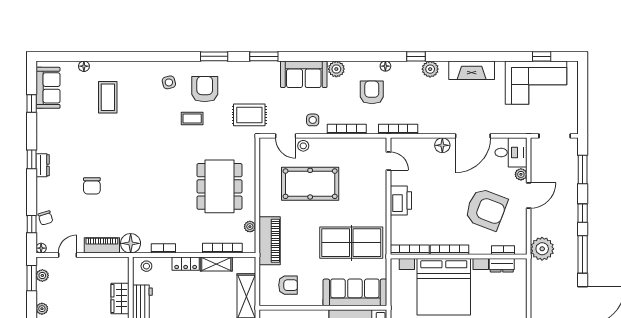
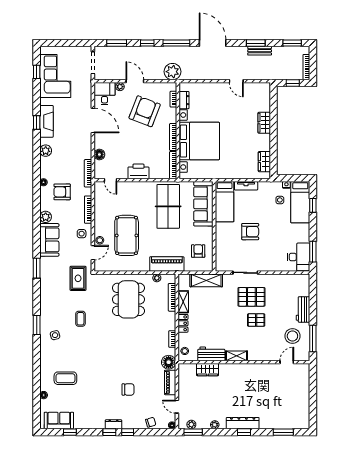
window: (214, 56) -> (37, 325), moved
window: (416, 56) -> (37, 123), moved
armchair: (205, 89) -> (60, 310), removed
floor lamp: (442, 145) -> (99, 154), moved
door: (388, 161) -> (111, 180), swing flipped
dining table: (219, 186) -> (128, 299), turned 90
window: (32, 224) -> (128, 432), moved

